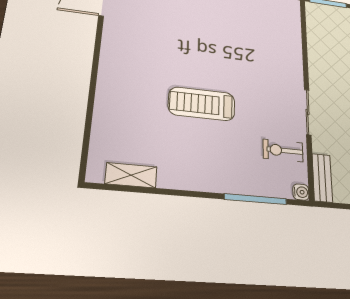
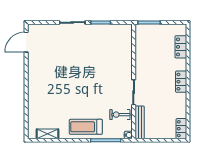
treadmill: (202, 104) -> (86, 127), moved
bench: (322, 178) -> (140, 122), width x1.36

